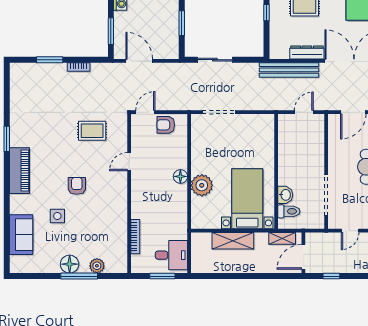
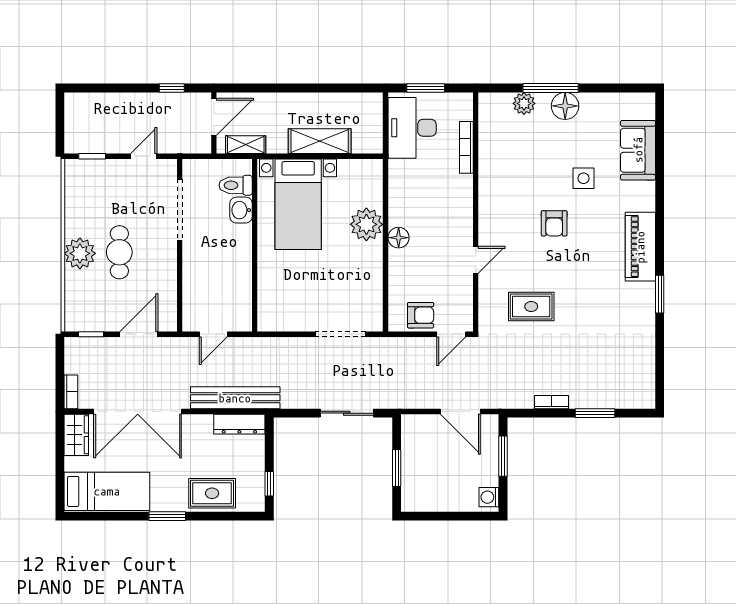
dresser: (307, 52) -> (239, 424), moved
desk: (171, 255) -> (412, 128), width x1.37

